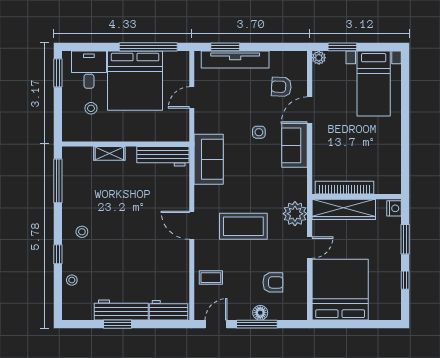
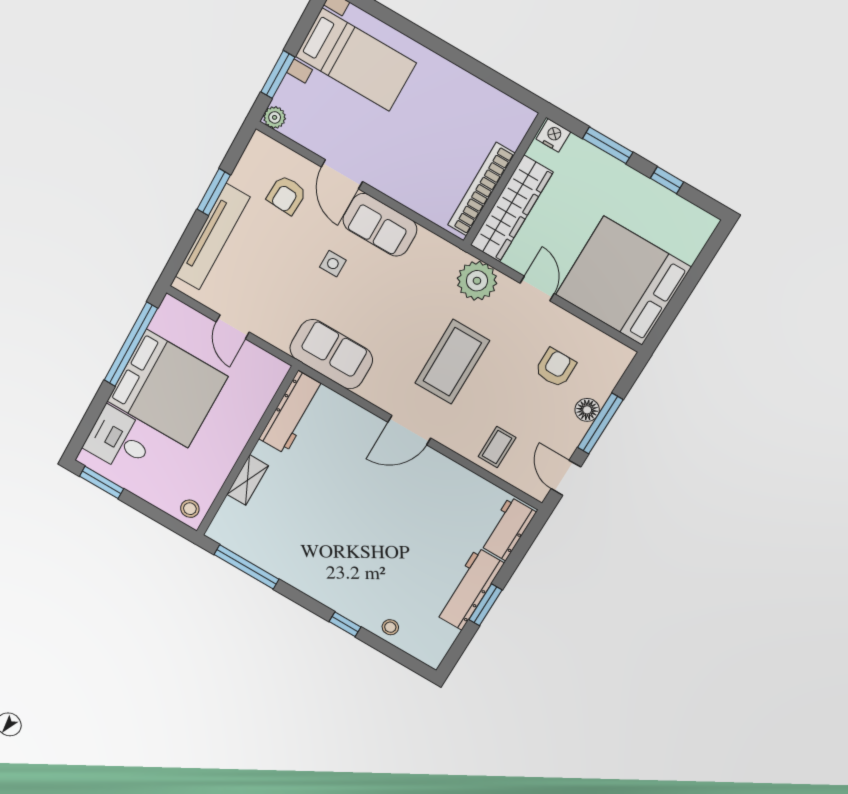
window: (225, 47) -> (214, 192), moved
stool: (91, 108) -> (190, 509), moved
stool: (82, 232) -> (333, 577), removed

